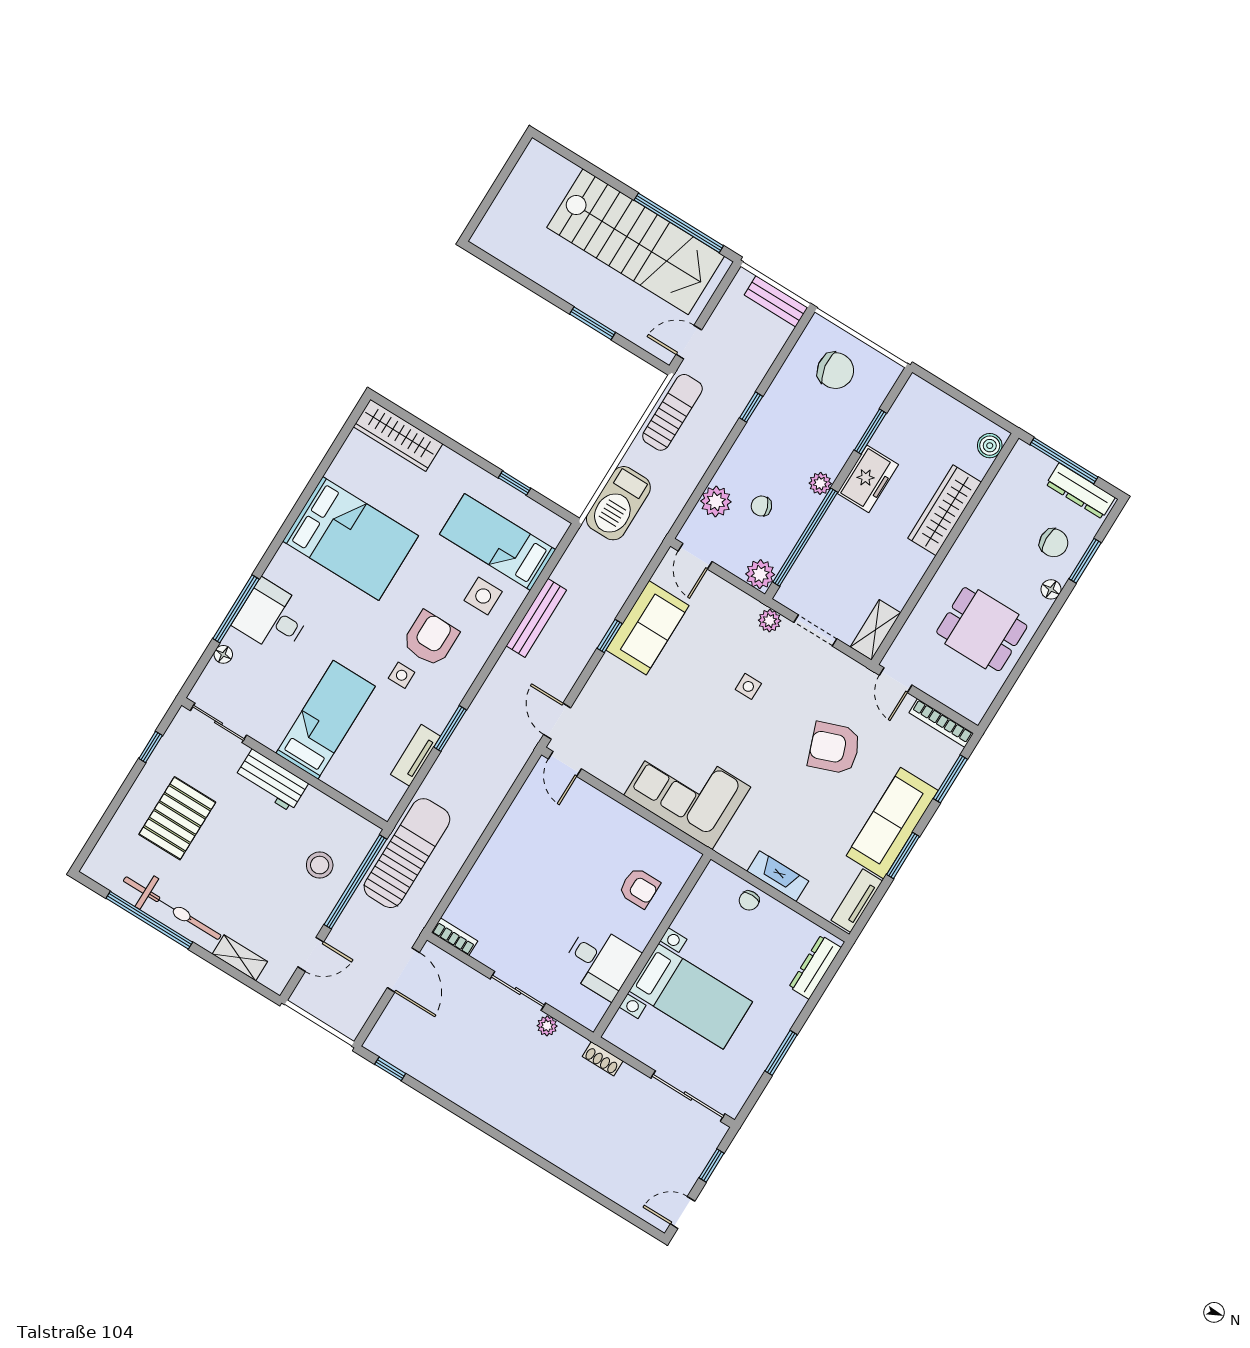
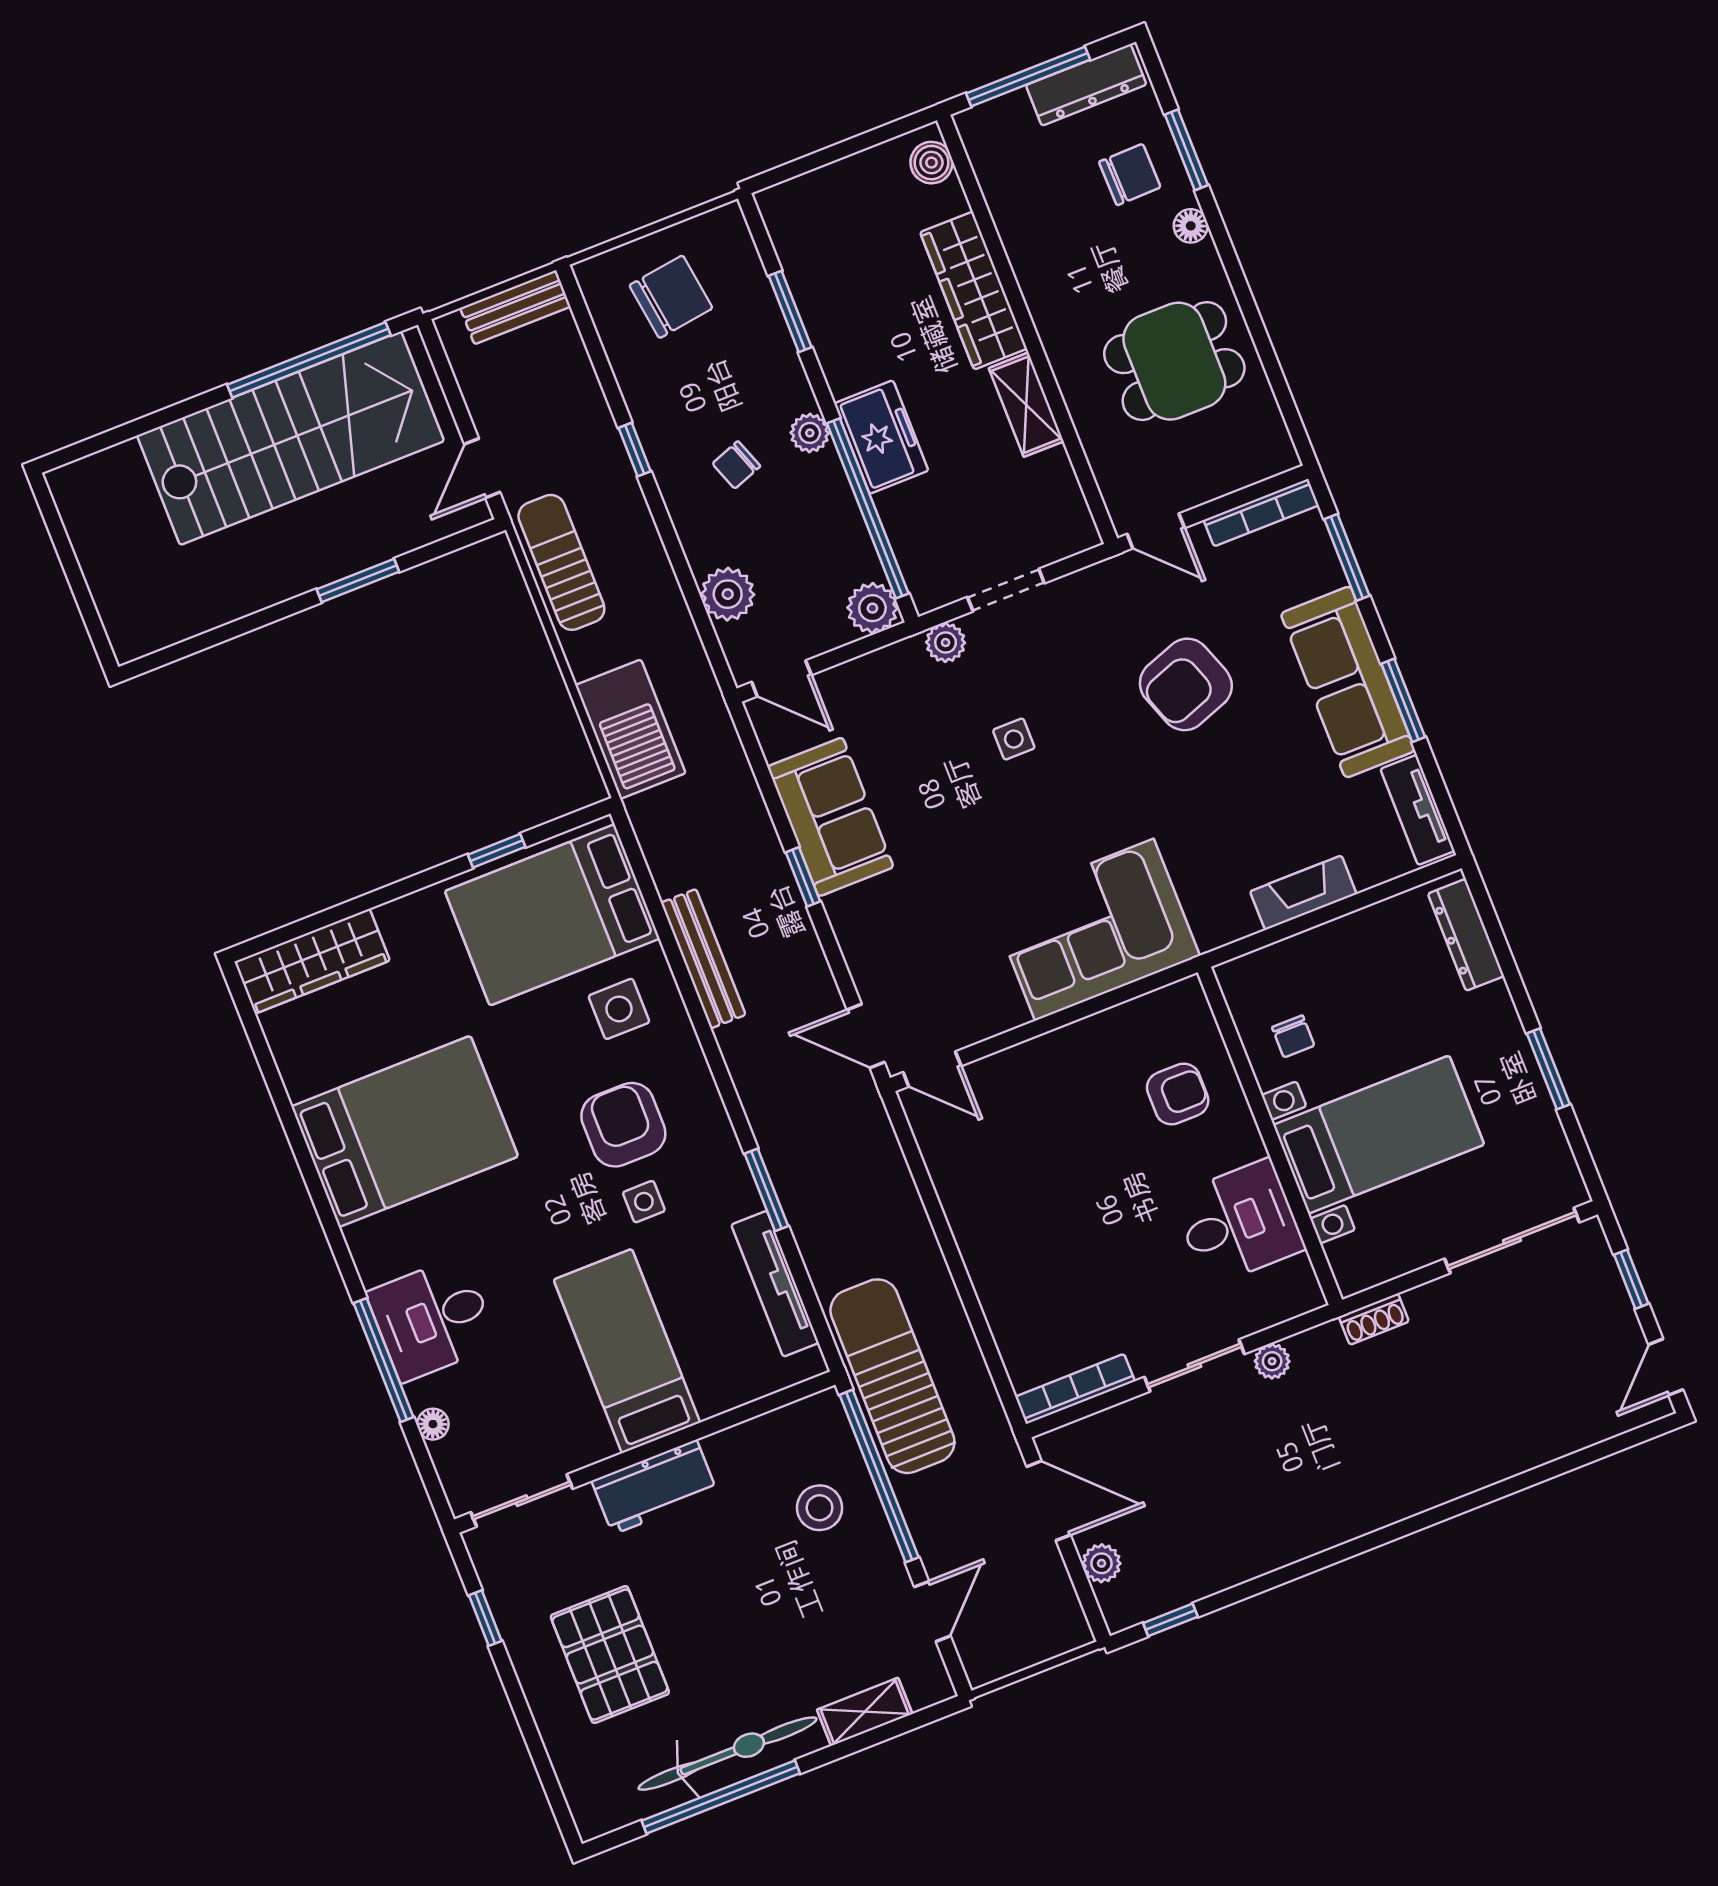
freezer: (868, 479) -> (881, 437), moved
chair: (761, 506) -> (736, 465), moved
bed: (498, 542) -> (552, 915), width x1.50
shelving: (875, 630) -> (1026, 405), moved
tv unit: (415, 755) -> (775, 1284), width x1.41
chair: (749, 901) -> (1293, 1036), moved
bookcase: (455, 937) -> (1075, 1389), width x1.56
plant: (393, 1017) -> (1101, 1563), added

